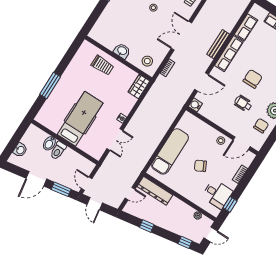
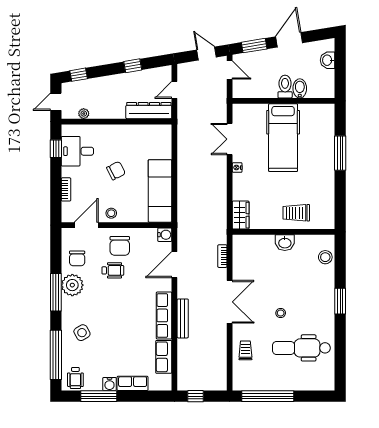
stool: (147, 61) -> (325, 257), moved
chair: (253, 79) -> (120, 246), moved
exam couch: (170, 151) -> (160, 191), moved

